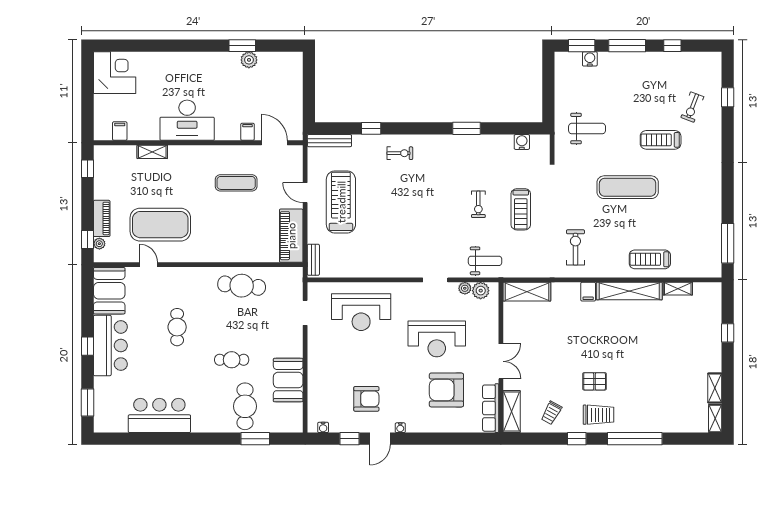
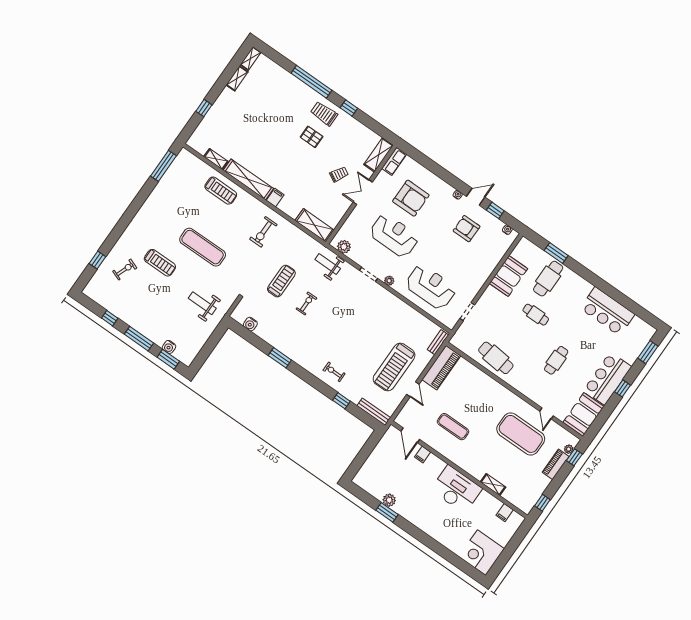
plant: (465, 288) -> (389, 281), moved
row of seats: (491, 408) -> (394, 161), width x0.68
trolley: (551, 413) -> (339, 174), moved

